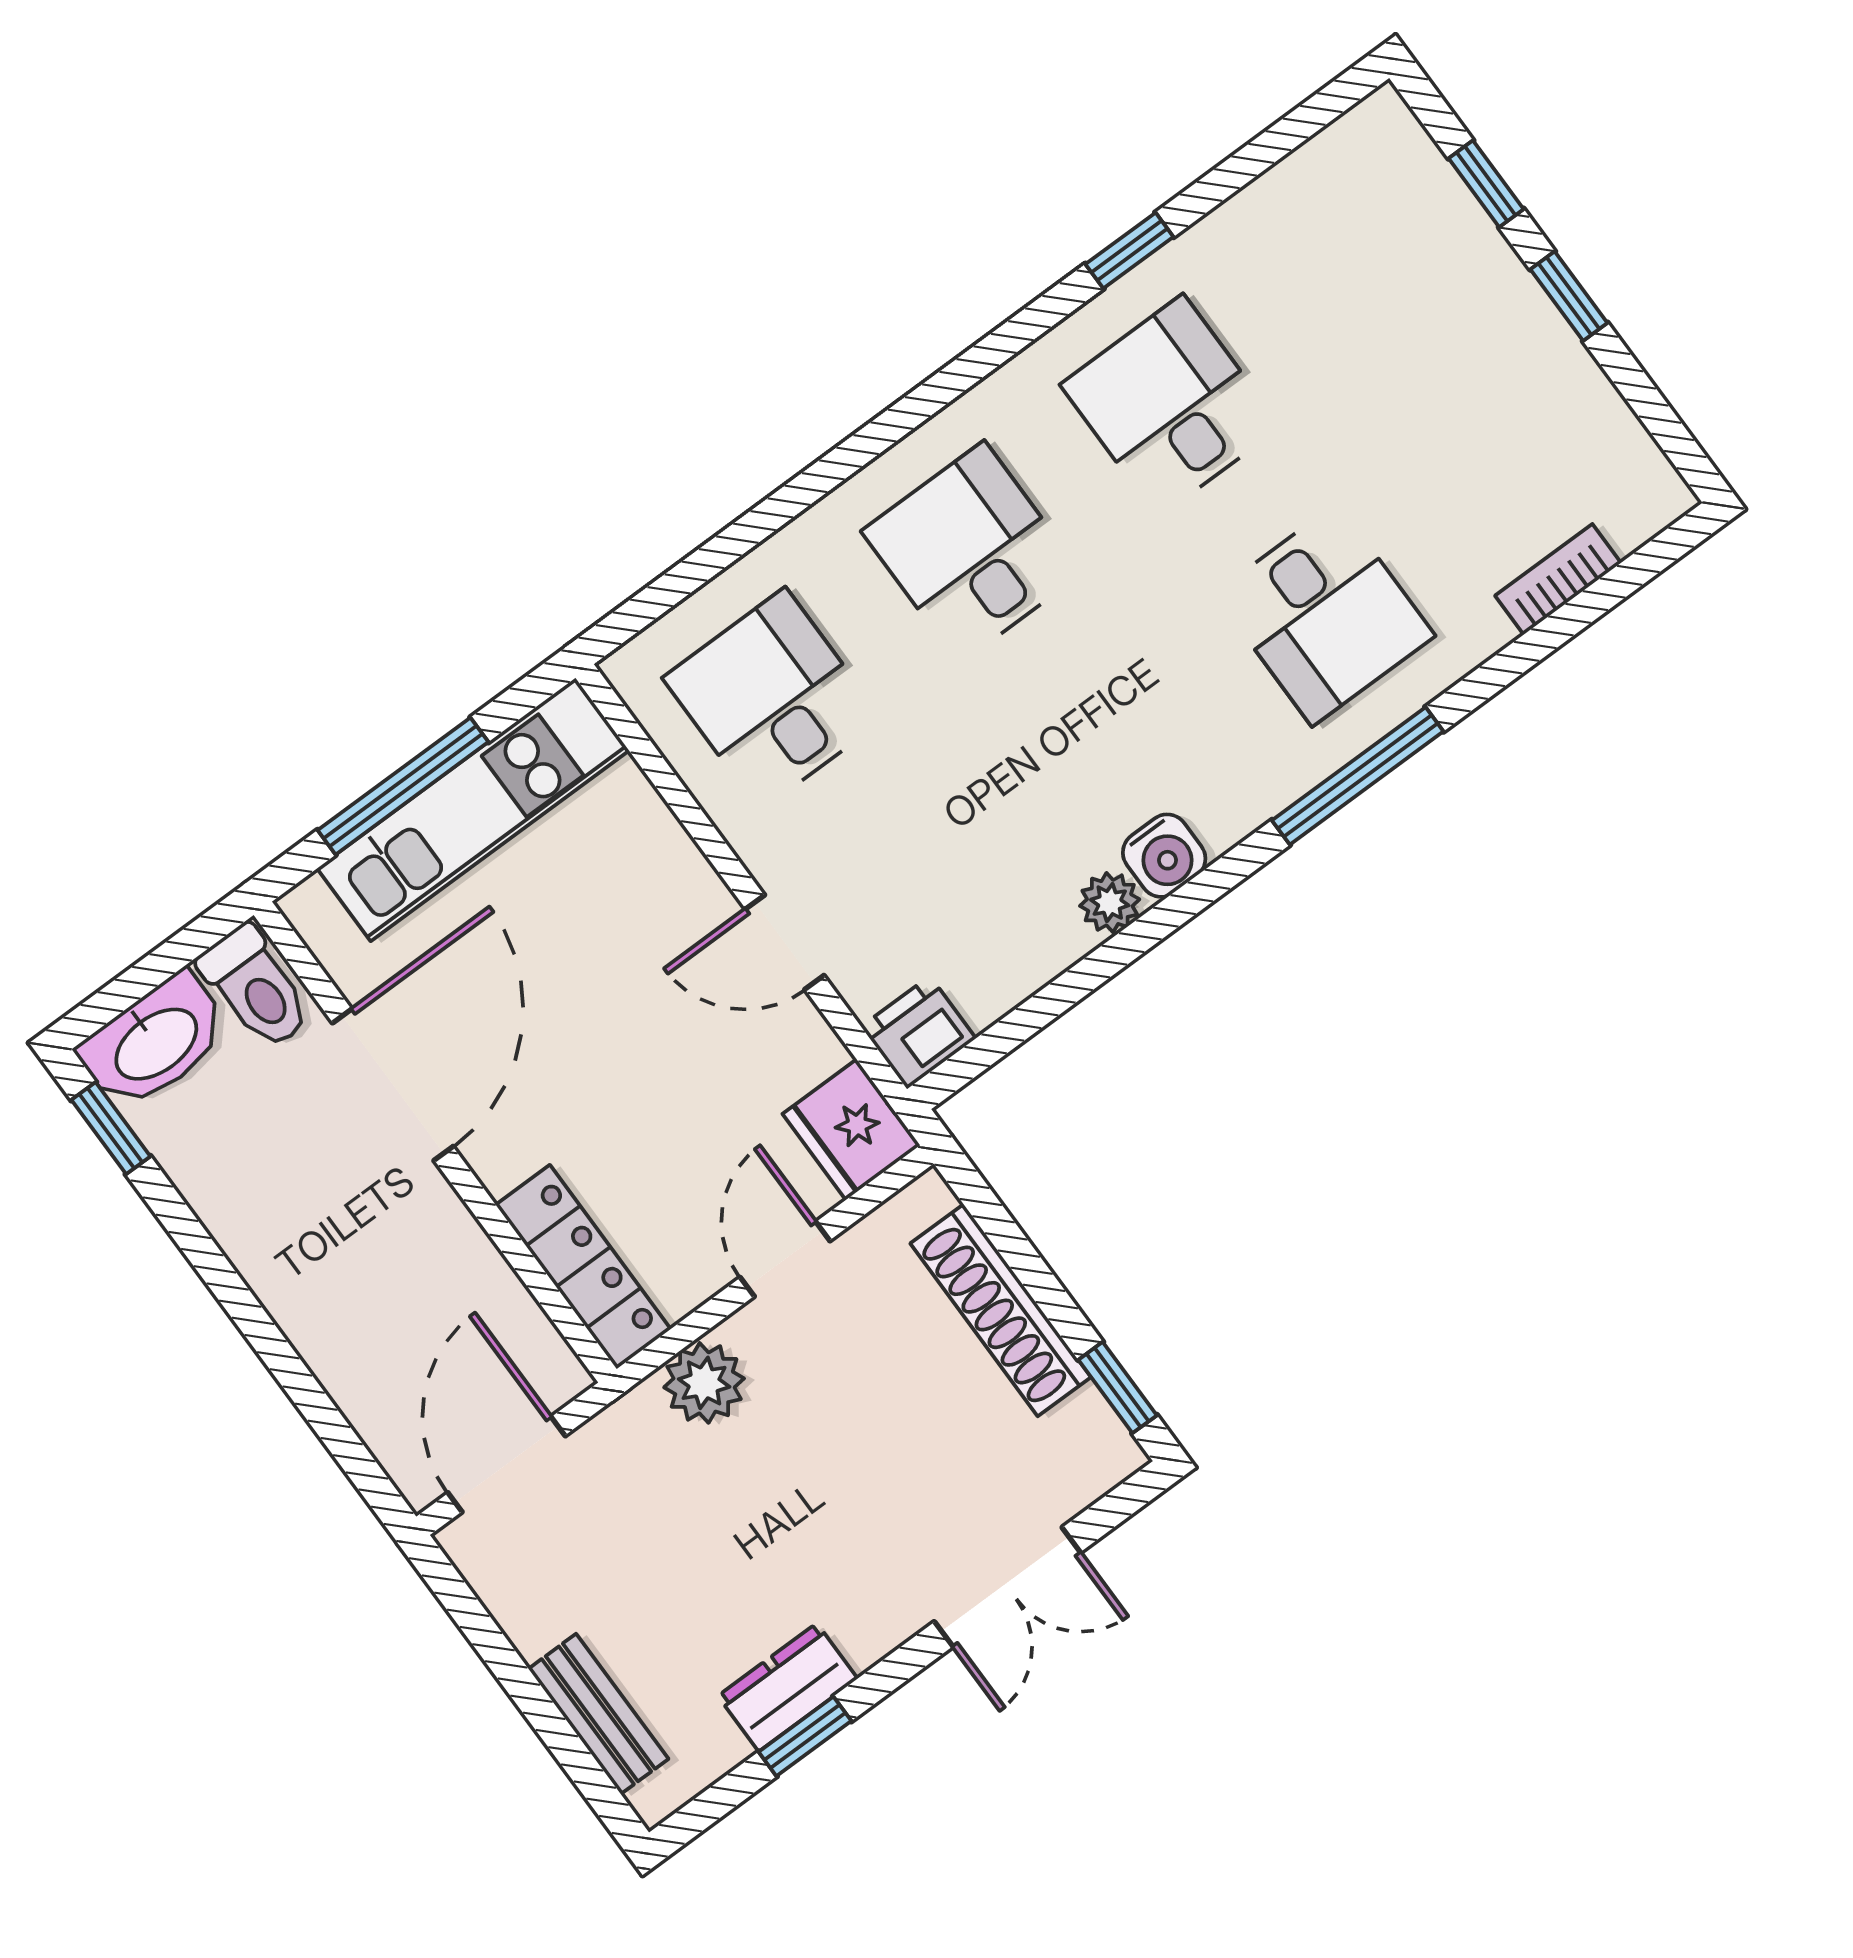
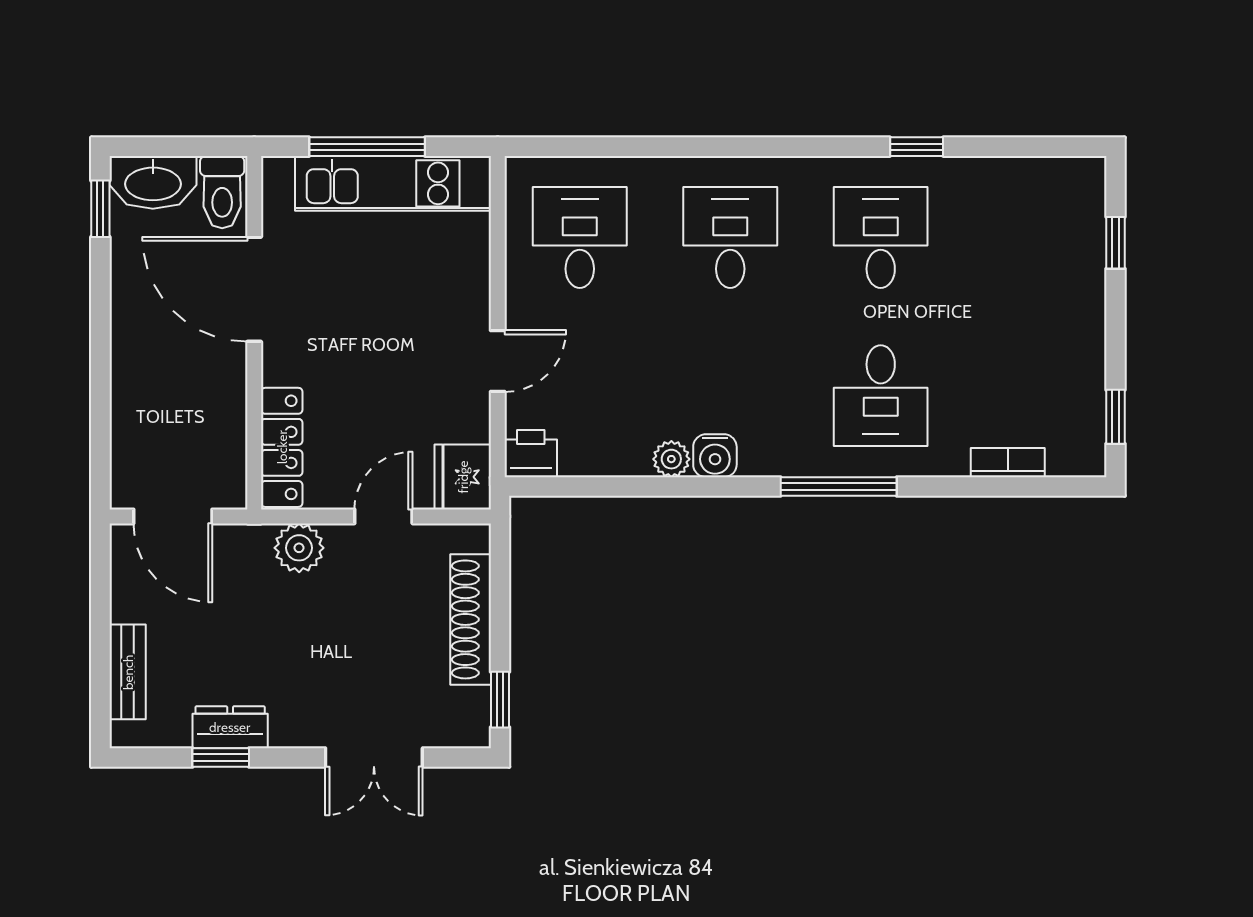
window: (1569, 296) -> (1115, 417), moved
door: (785, 942) -> (498, 361), swing flipped
door: (393, 1085) -> (254, 289), swing flipped
door: (507, 1464) -> (173, 516), swing flipped

